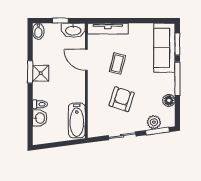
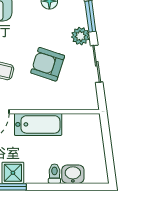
bathtub: (77, 120) -> (38, 124), moved
plant: (154, 122) -> (80, 36), moved

